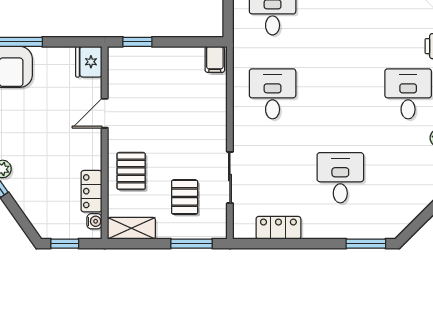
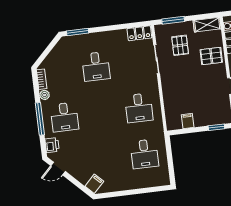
filing cabinet: (215, 59) -> (188, 121), moved
pallet: (131, 171) -> (211, 56), turned 90
locker: (278, 228) -> (139, 33), moved

